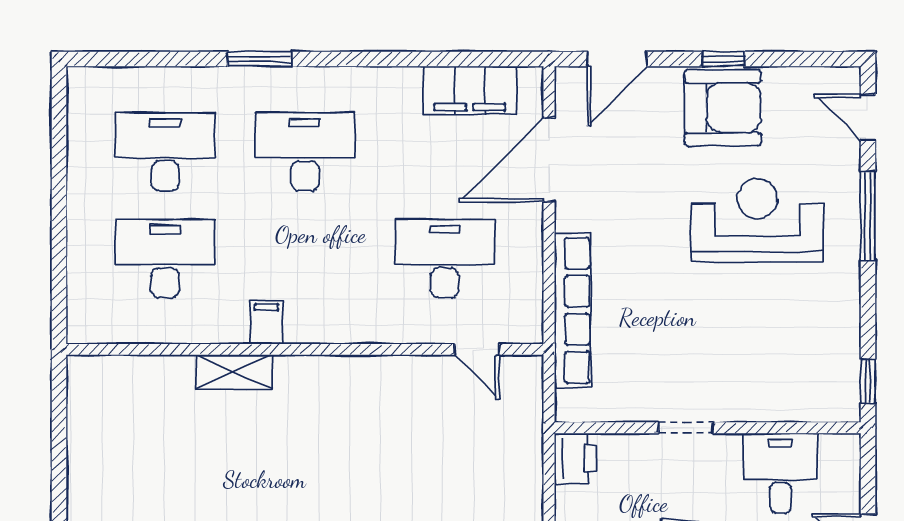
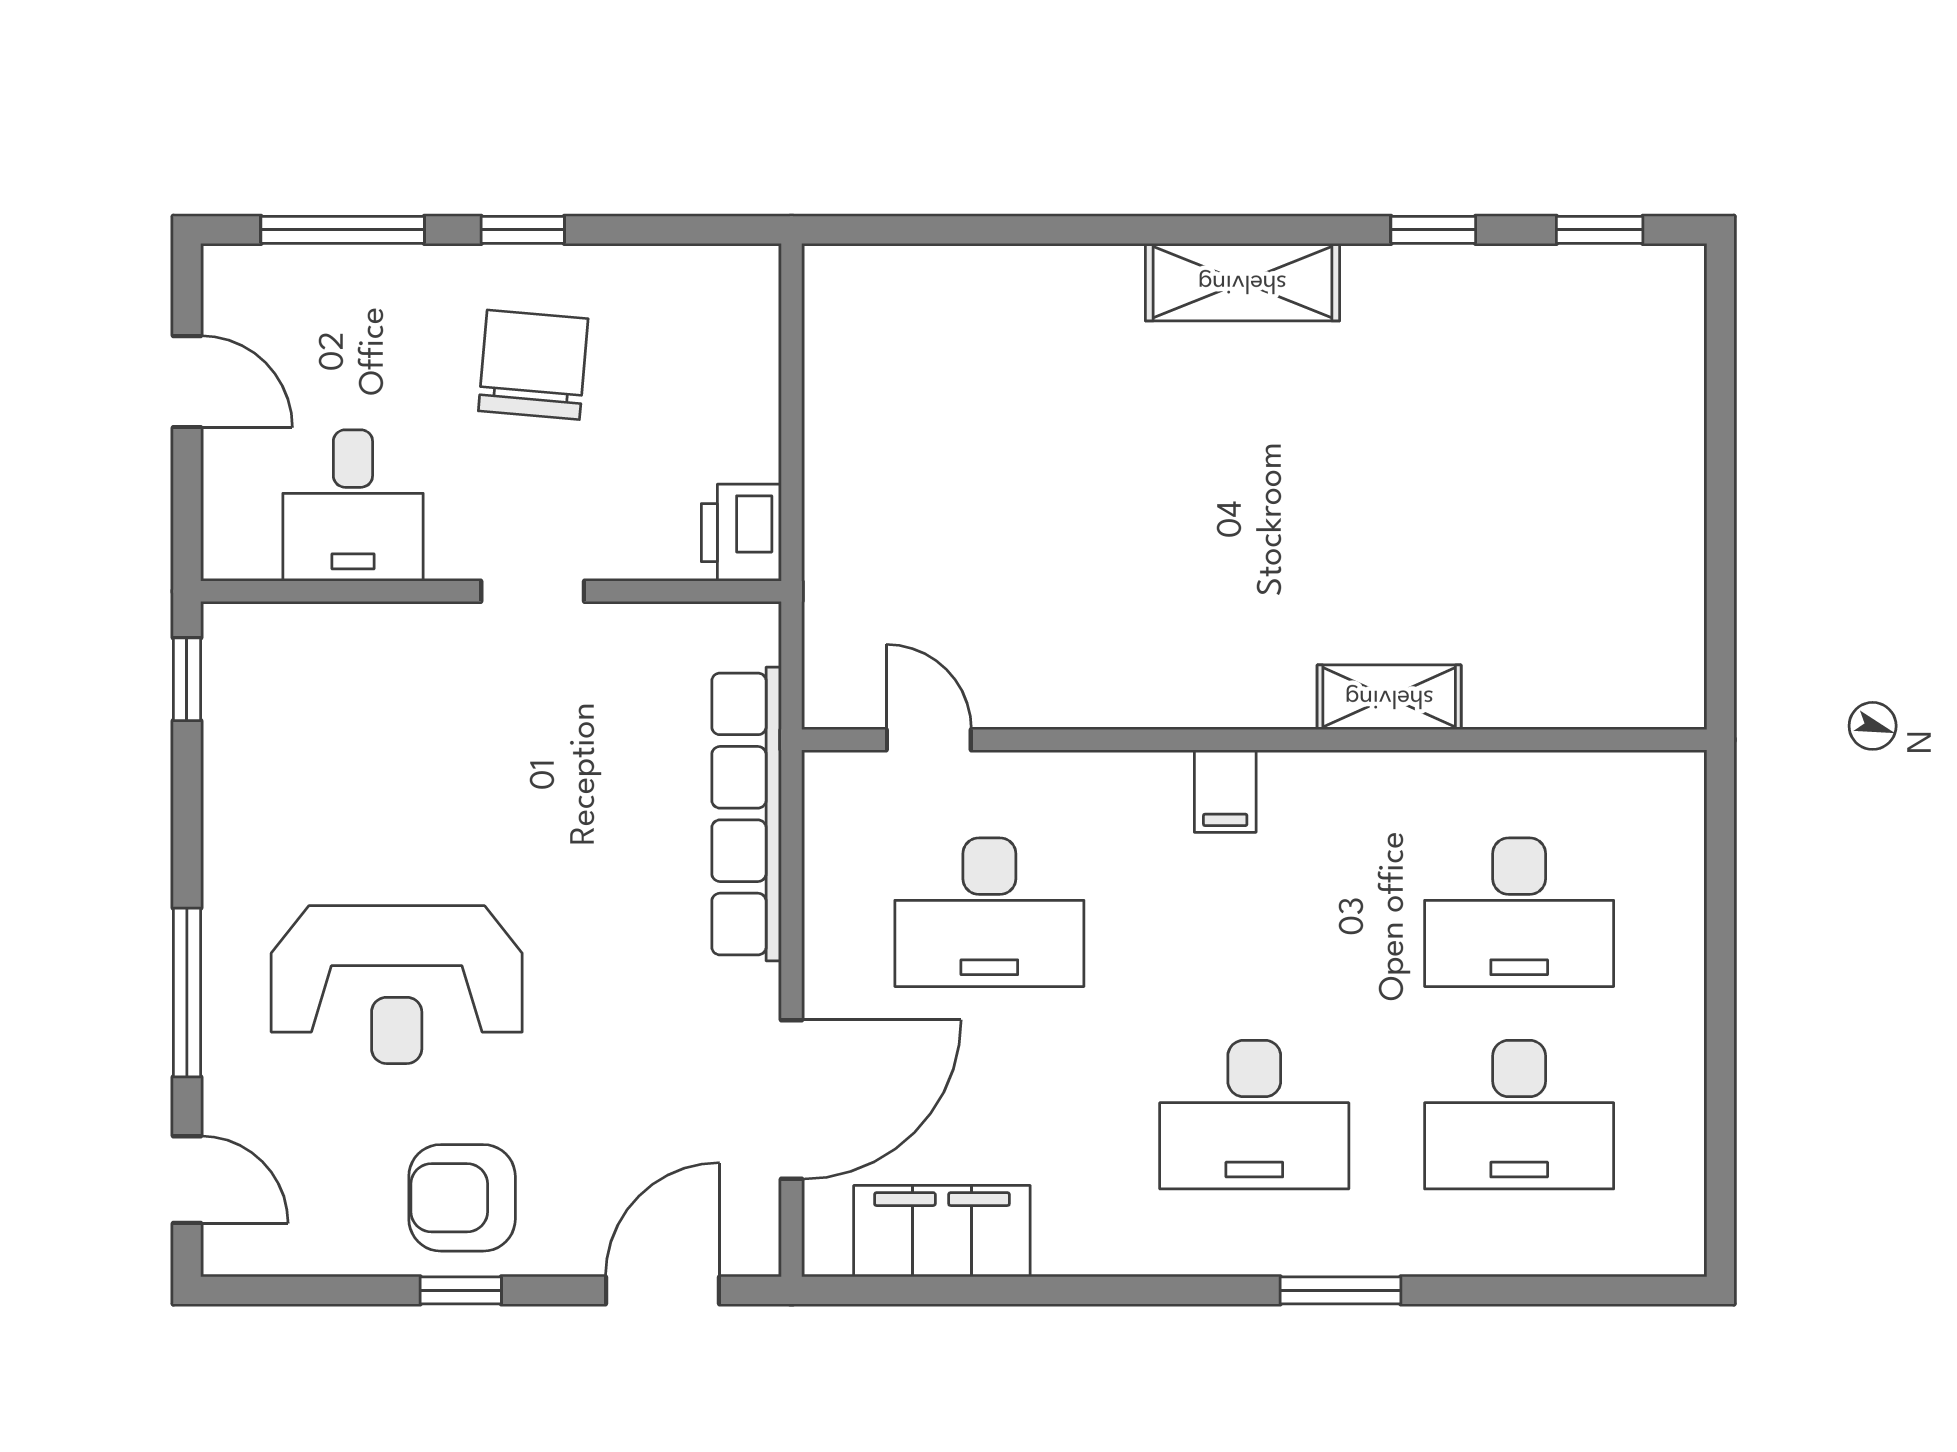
armchair: (723, 108) -> (462, 1198), width x0.73, depth x0.73
filing cabinet: (266, 322) -> (1225, 791), moved

